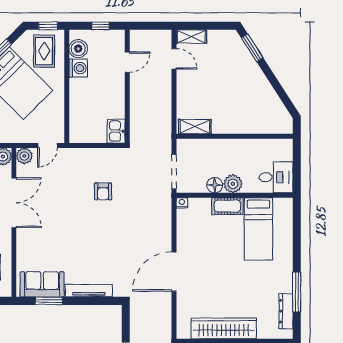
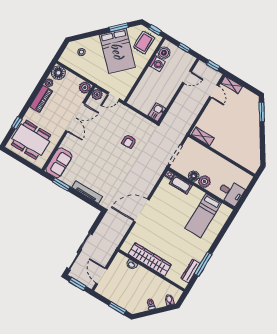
window: (152, 26) -> (213, 65), added
cot: (227, 206) -> (181, 184), moved
sofa: (42, 284) -> (59, 163), moved, turned 90

